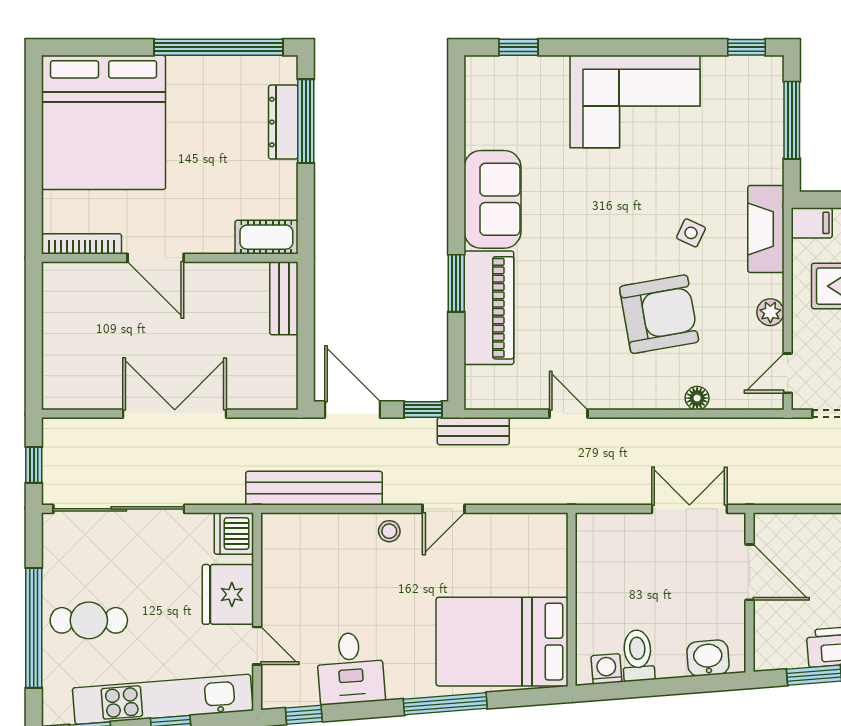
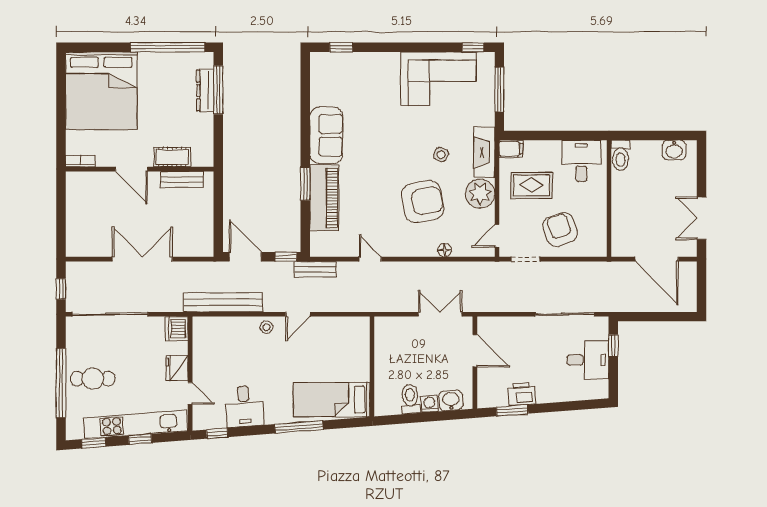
corner sofa: (635, 102) -> (438, 79), moved
cot: (266, 237) -> (172, 157), moved
bookcase: (82, 244) -> (80, 161), width x0.64
bench: (284, 298) -> (182, 179), moved, turned 90
plant: (770, 312) -> (480, 194), width x1.87, depth x1.87
fridge: (228, 594) -> (177, 368), width x0.73, depth x0.75
bed: (502, 642) -> (332, 400), width x0.67
washing machine: (606, 669) -> (429, 404), moved

